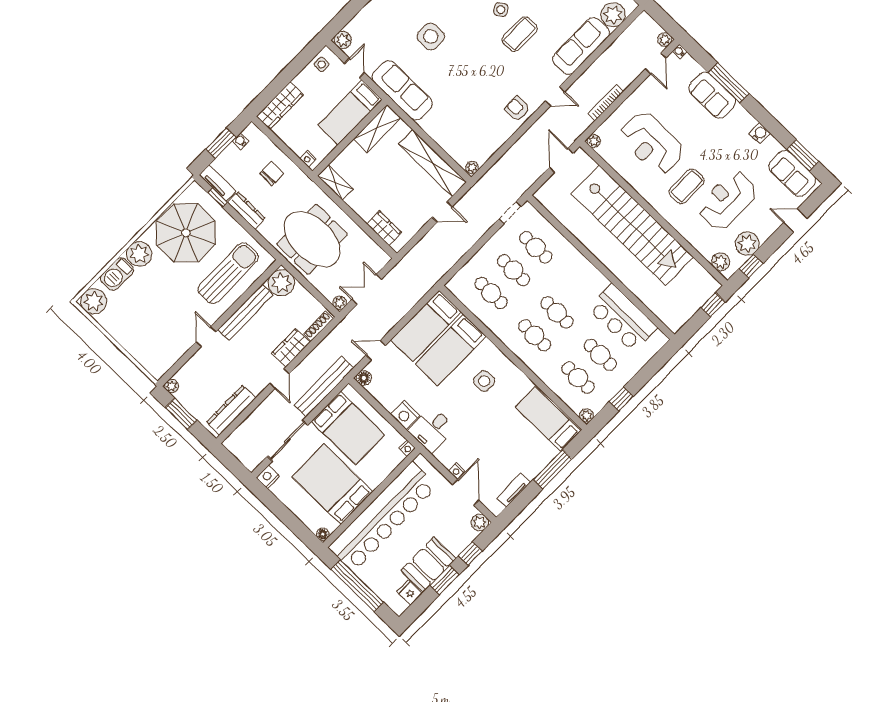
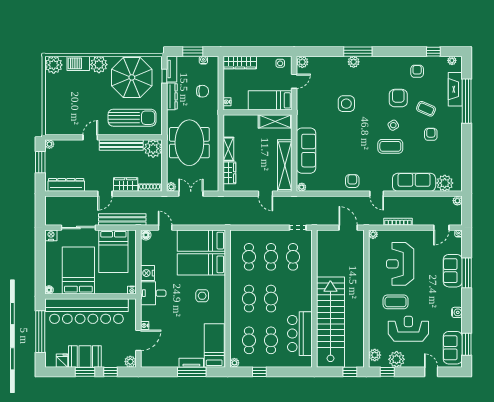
plant: (665, 40) -> (457, 201), moved
sofa: (402, 90) -> (306, 151), moved
door: (561, 160) -> (348, 228), hinge flipped
shelving: (335, 183) -> (228, 149), moved
stairs: (632, 225) -> (330, 322), moved, turned 180
tv unit: (514, 490) -> (191, 363), moved

